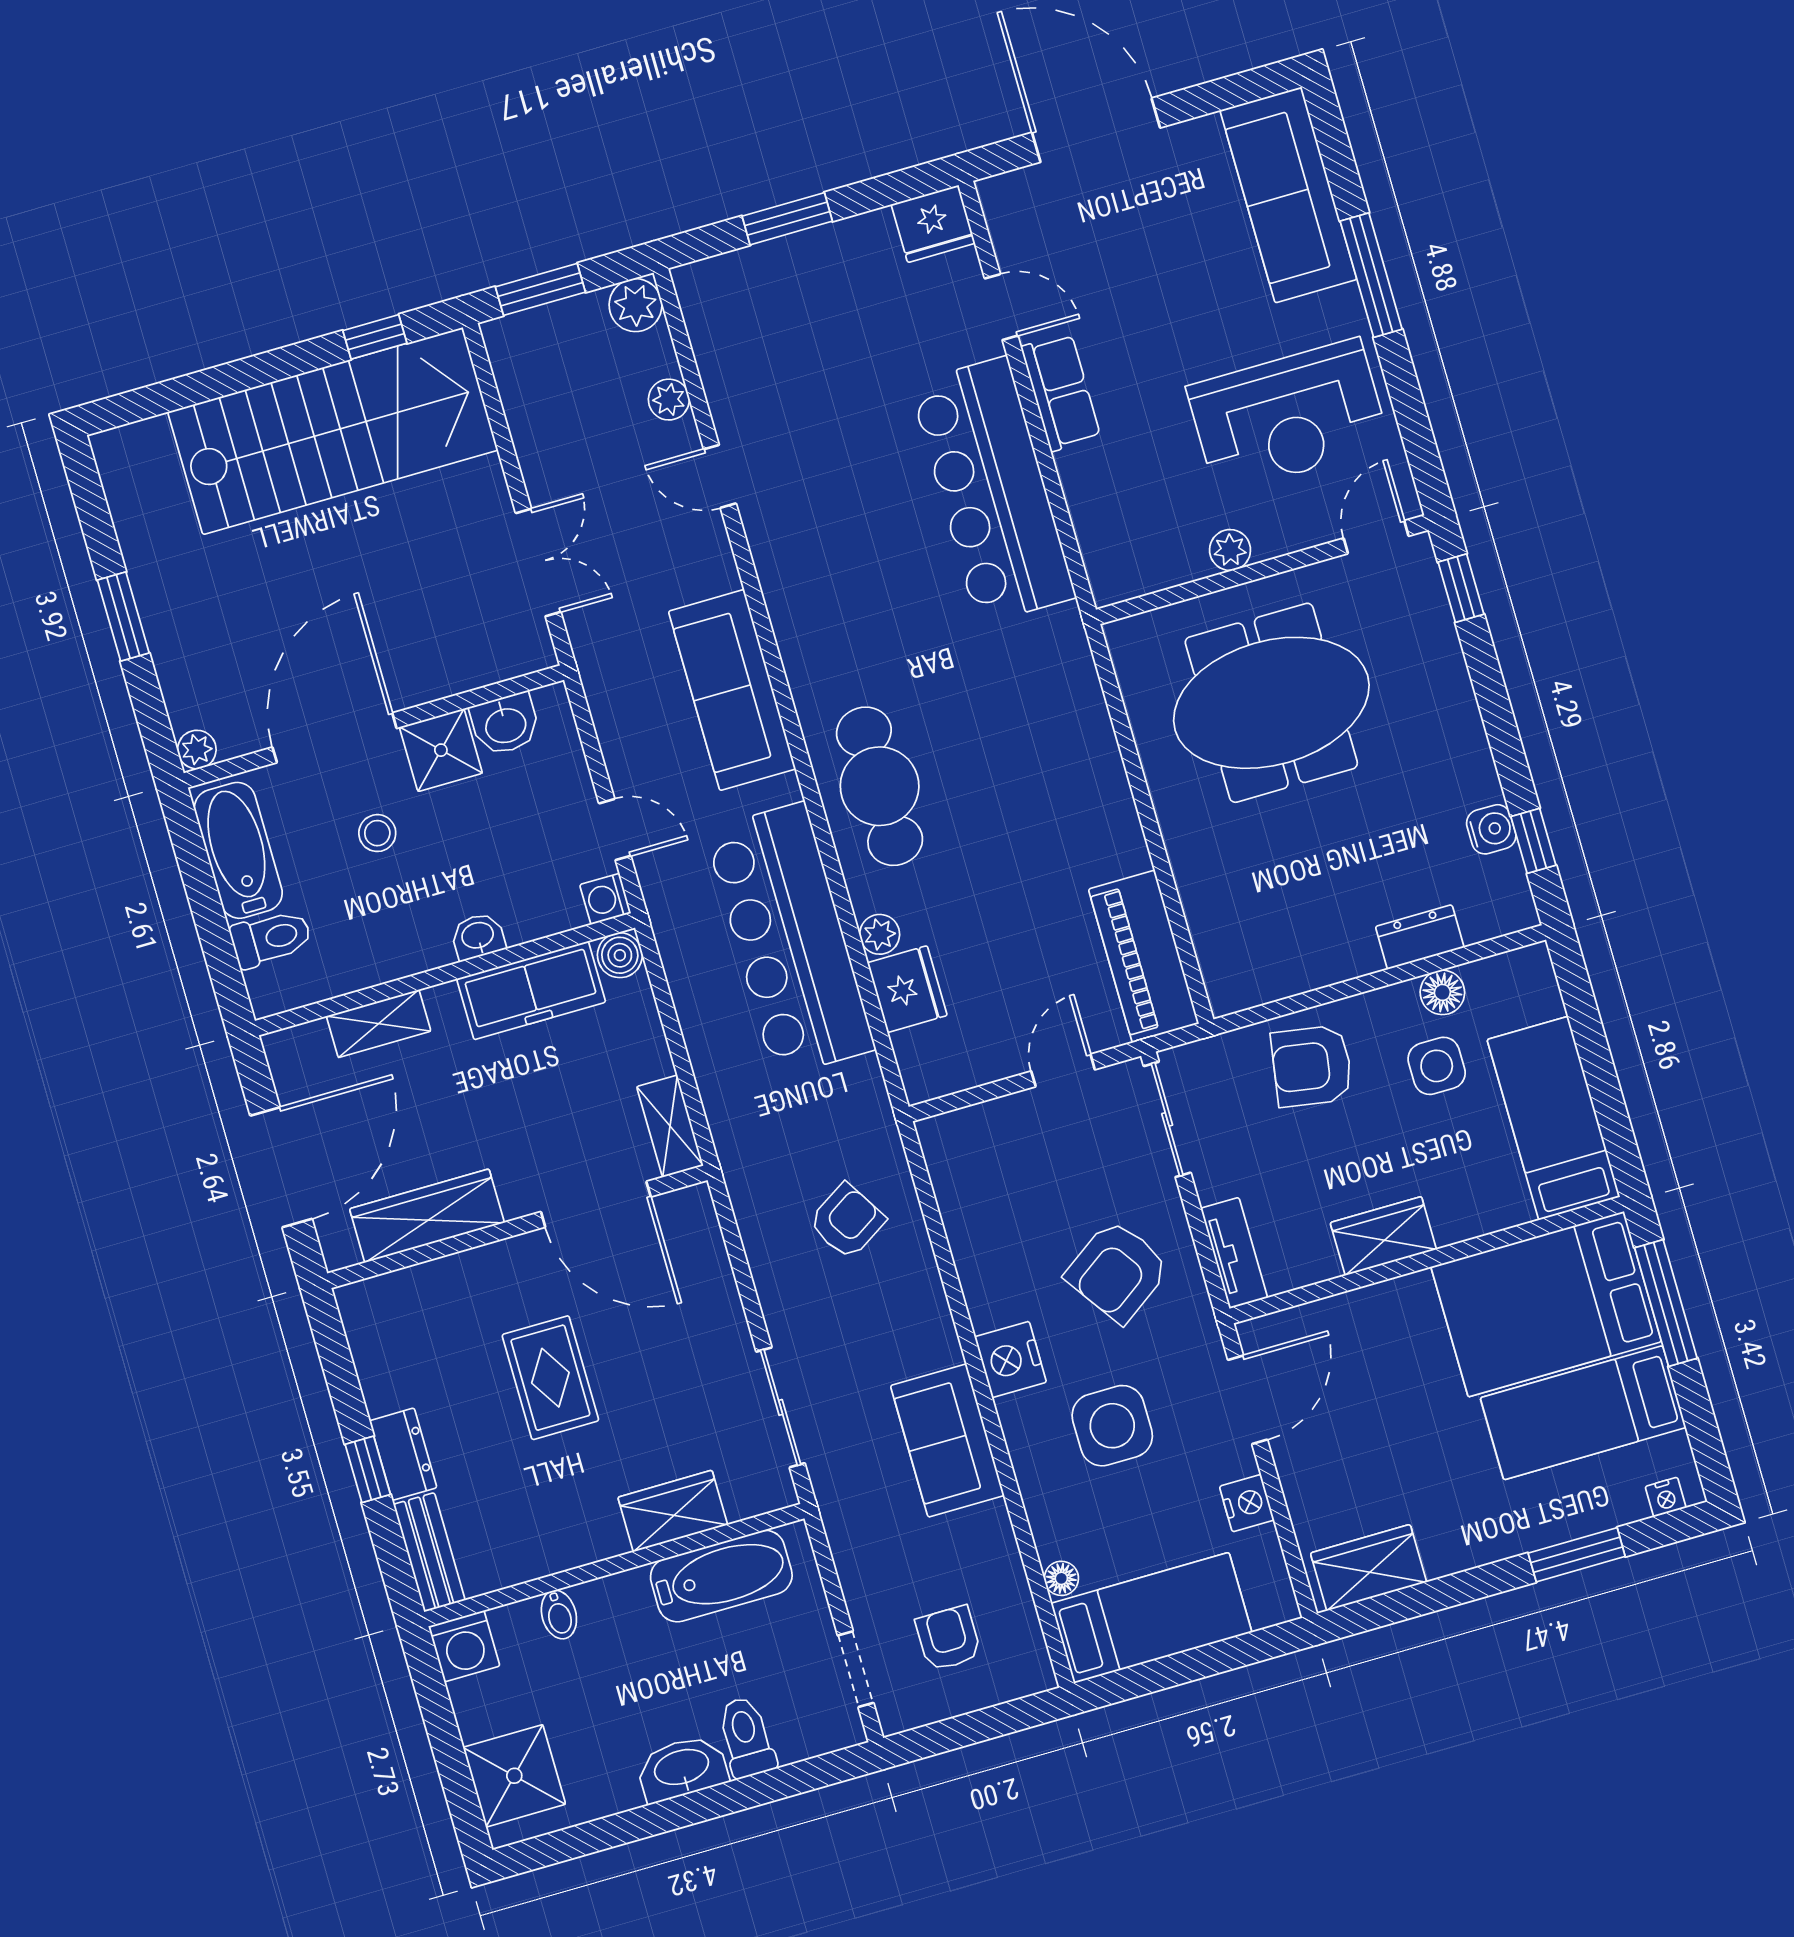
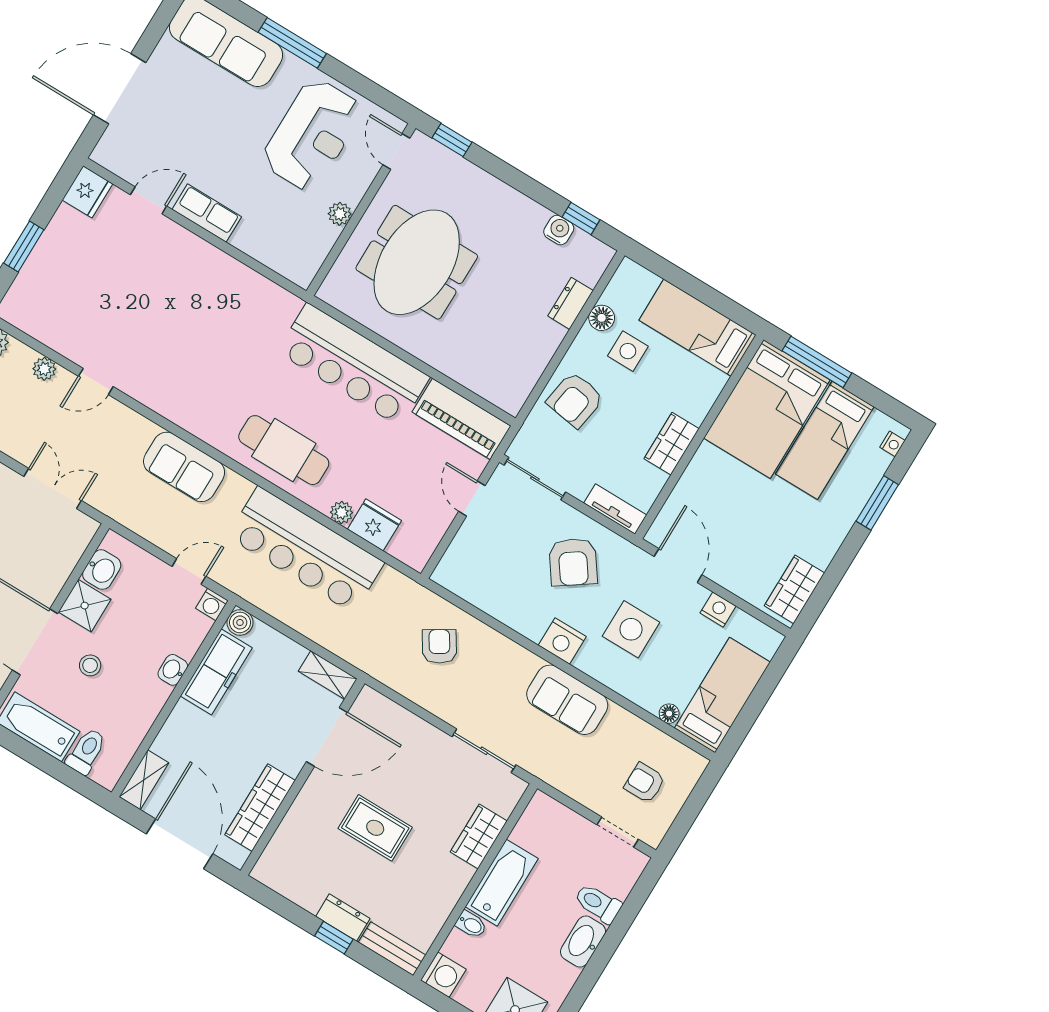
bar counter: (993, 490) -> (353, 364), moved
sofa: (732, 690) -> (184, 467), width x0.73
shelving: (379, 1024) -> (144, 780), moved
bathtub: (721, 1576) -> (502, 883), moved

